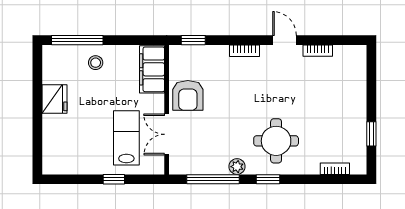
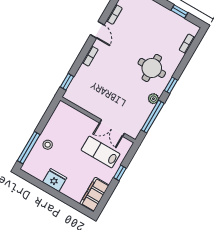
door: (285, 40) -> (97, 30), swing flipped
filing cabinet: (152, 69) -> (94, 194), moved, turned 90
armchair: (188, 95) -> (97, 103), removed

